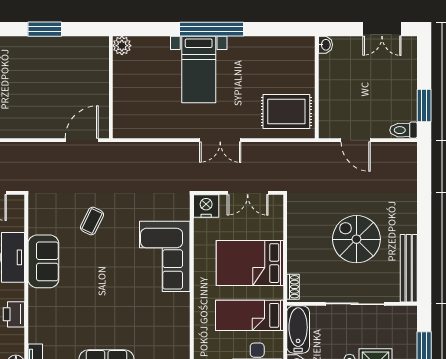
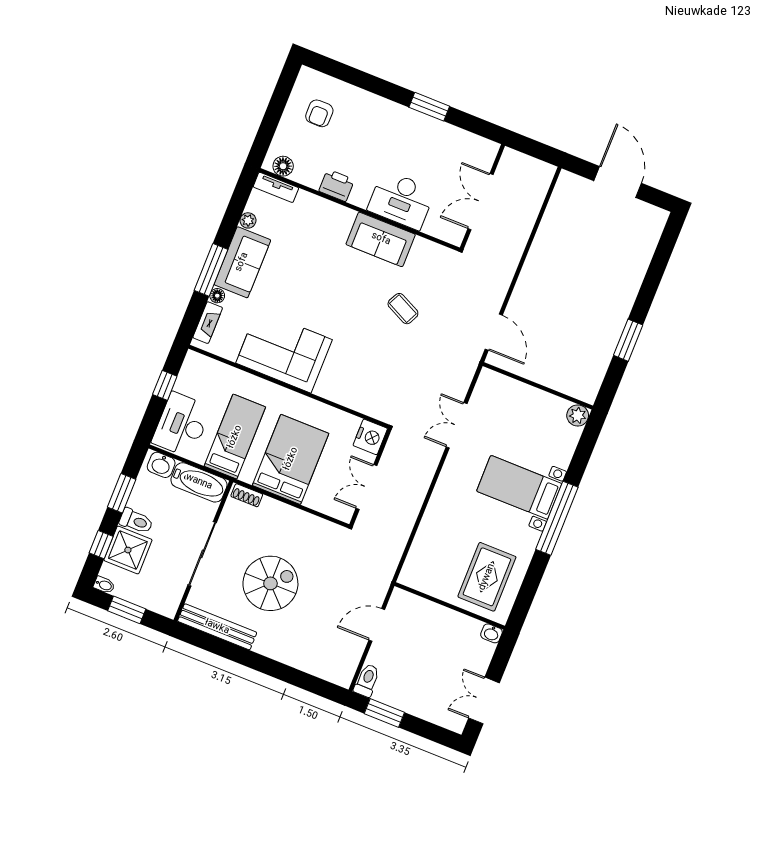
rug: (286, 111) -> (487, 577), moved
double door: (220, 140) -> (457, 425), moved
corner sofa: (165, 256) -> (284, 351), moved

